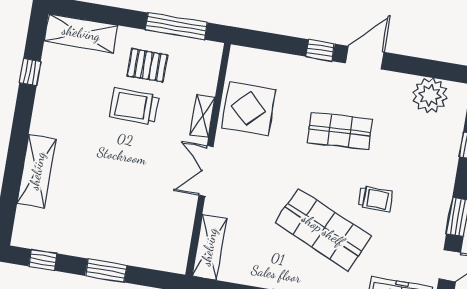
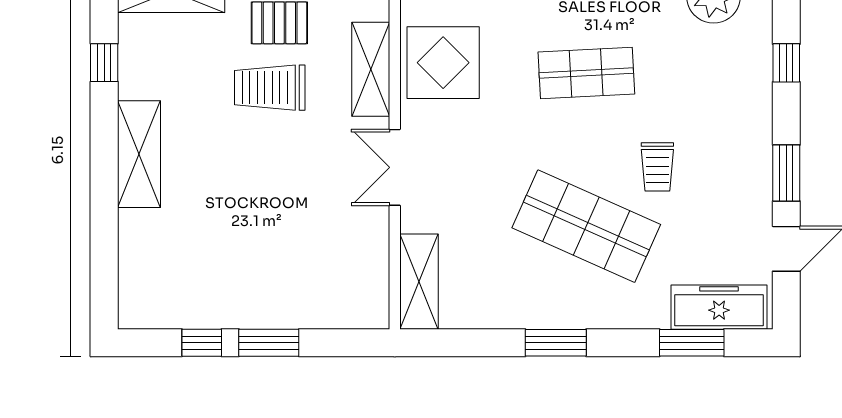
shelving: (203, 116) -> (371, 69), width x1.50, depth x1.33
shelving: (37, 171) -> (139, 154), moved
trolley: (375, 199) -> (657, 167), turned 90
window: (43, 260) -> (202, 343), moved

